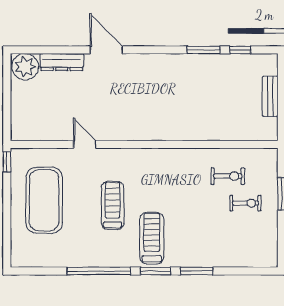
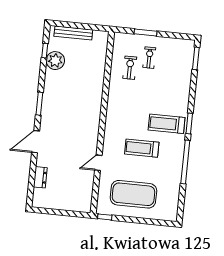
window: (204, 50) -> (39, 104), moved
dresser: (62, 62) -> (40, 177), width x0.70
plant: (25, 67) -> (55, 61), moved
bench: (270, 96) -> (73, 33), width x1.36
window: (197, 271) -> (196, 58), moved

